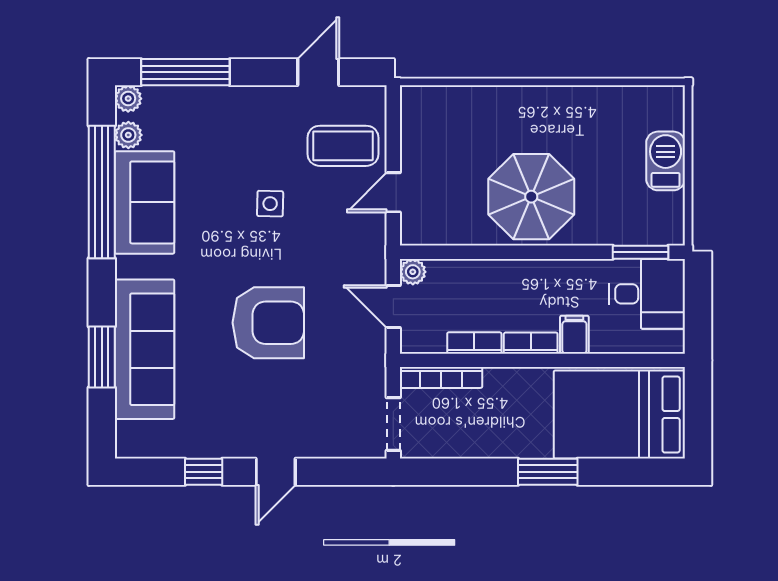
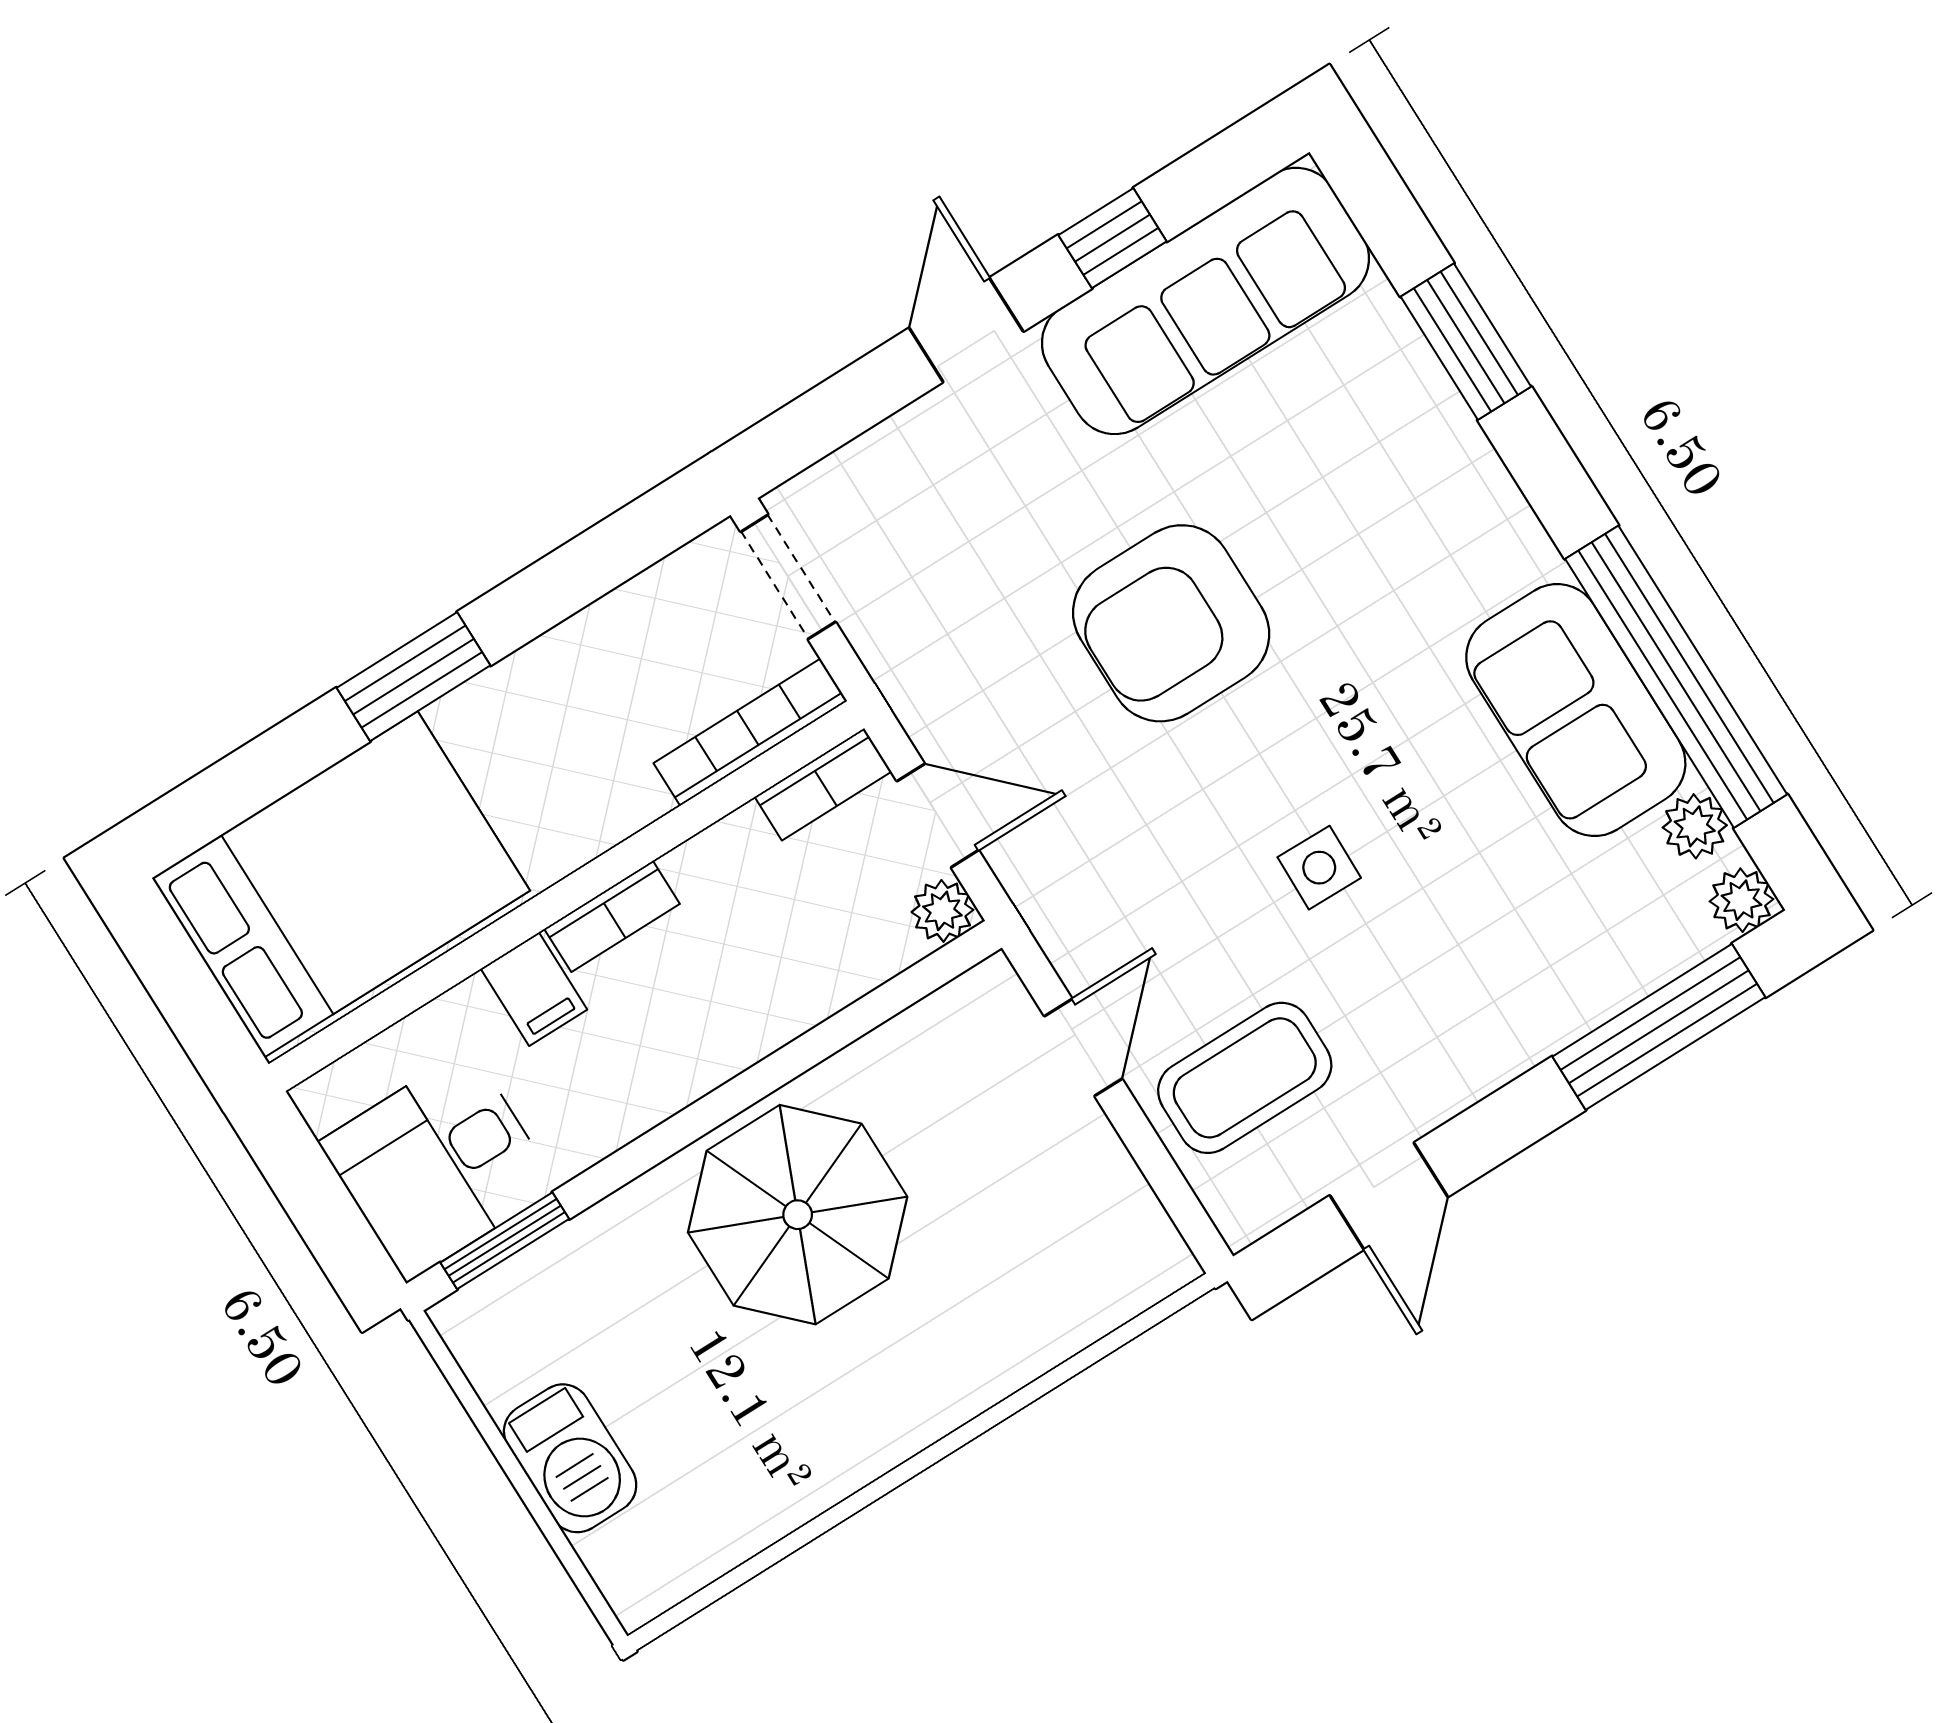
bookcase: (474, 343) -> (823, 784), moved
sofa: (145, 349) -> (1205, 301), moved, turned -90

